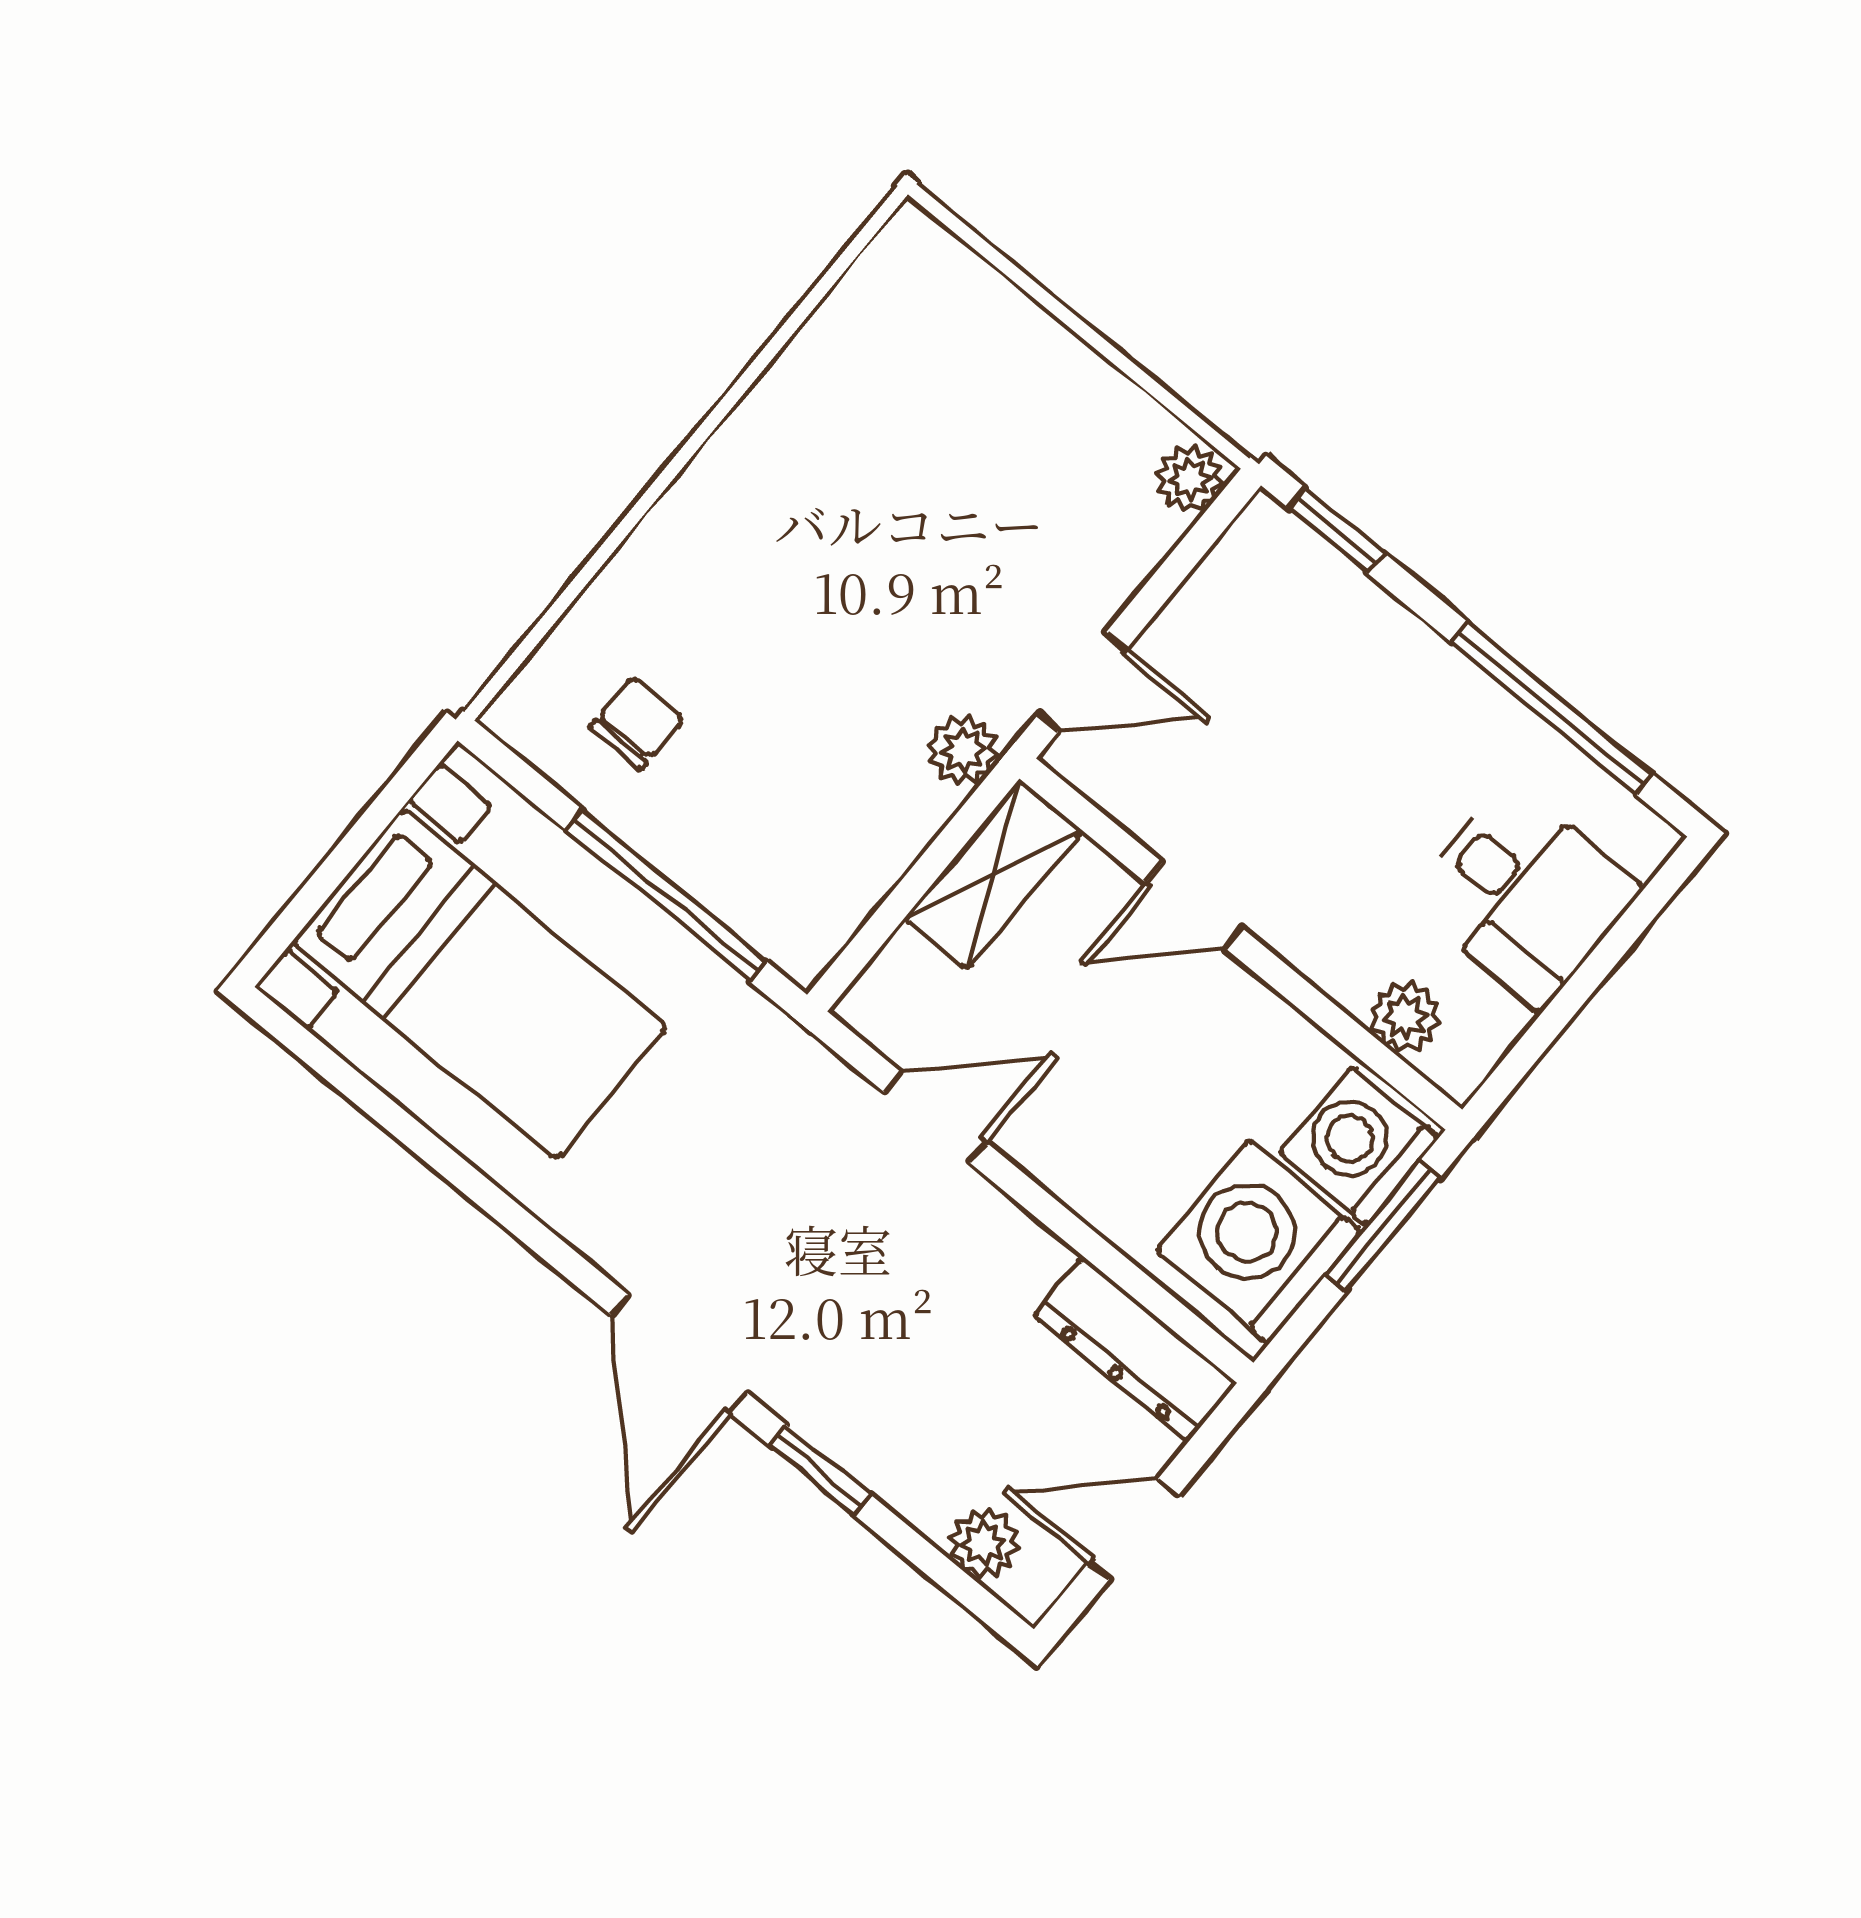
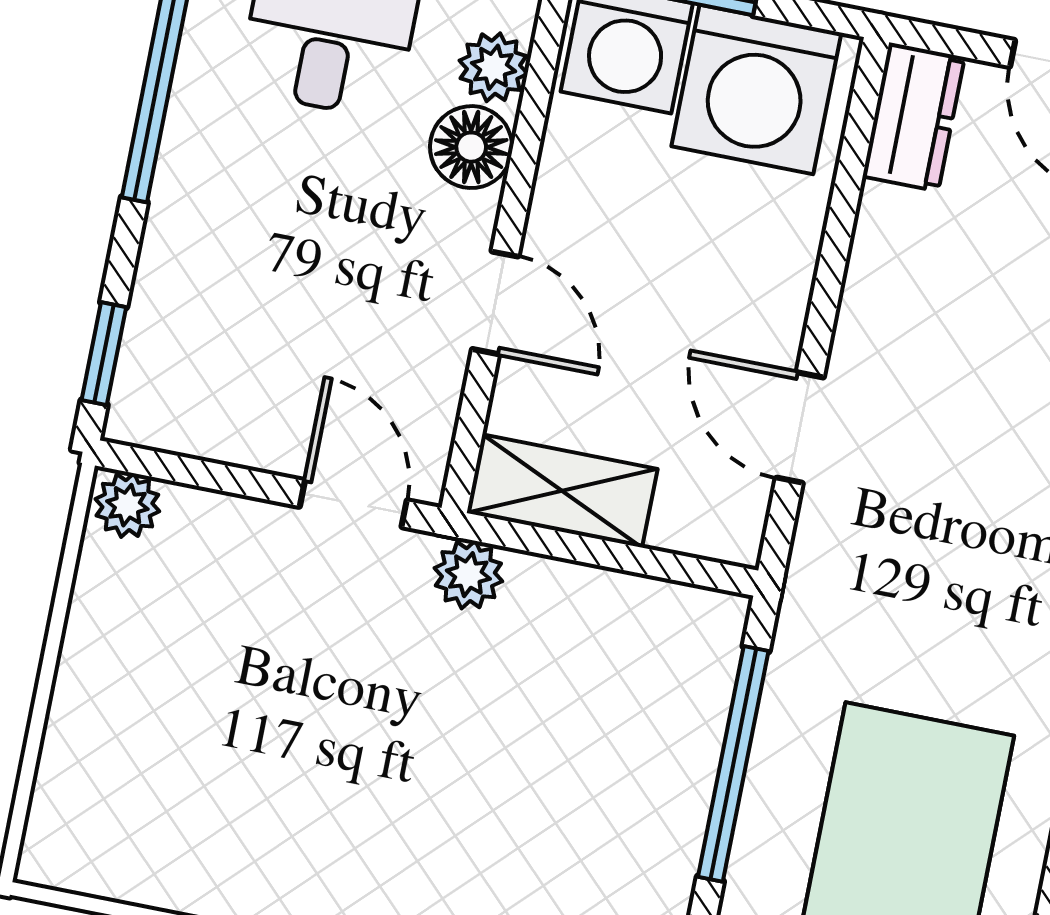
chair: (636, 723) -> (598, 871), removed
floor lamp: (1344, 959) -> (471, 147), added
dresser: (1135, 1349) -> (914, 117), width x0.70

